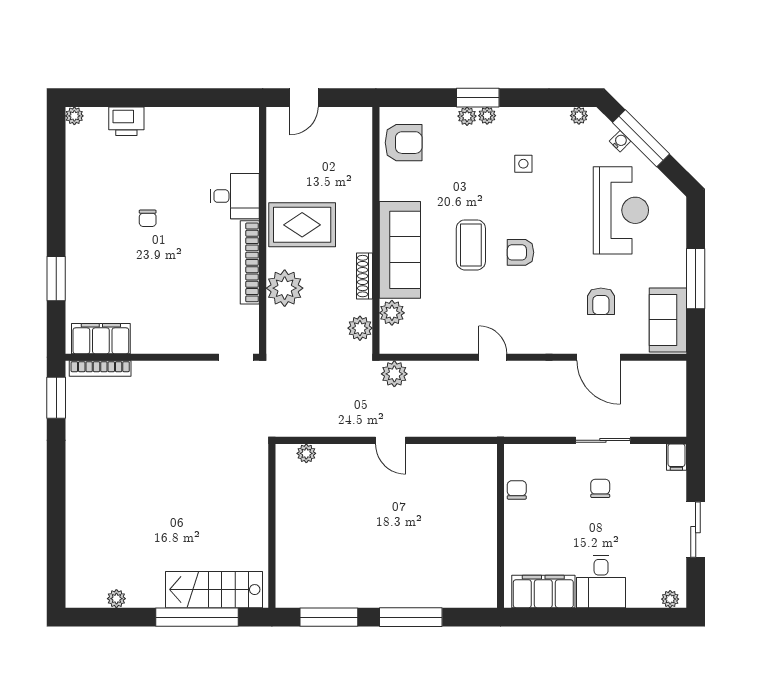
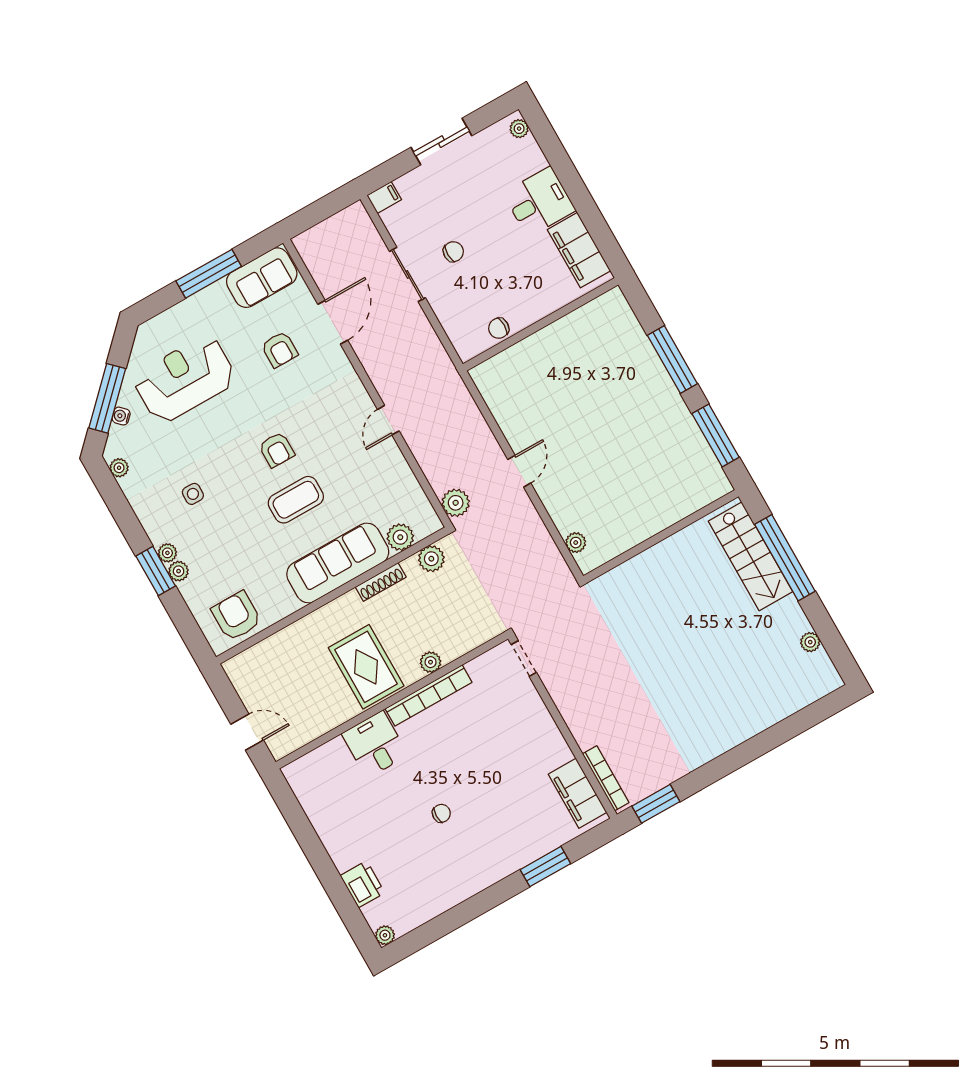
plant: (285, 288) -> (431, 662), width x0.53, depth x0.53
armchair: (601, 301) -> (280, 349), turned 90
chair: (600, 488) -> (453, 252), turned 180

